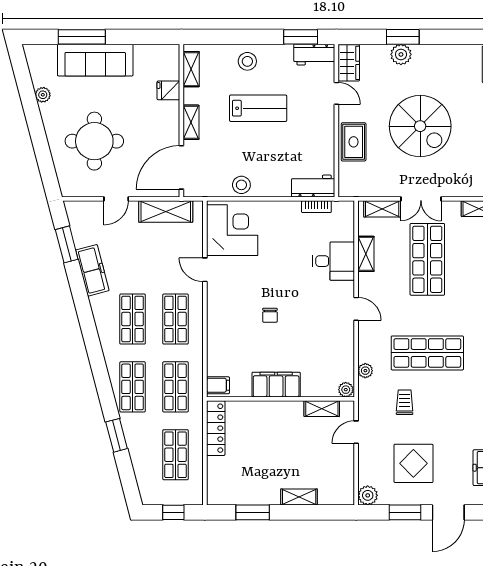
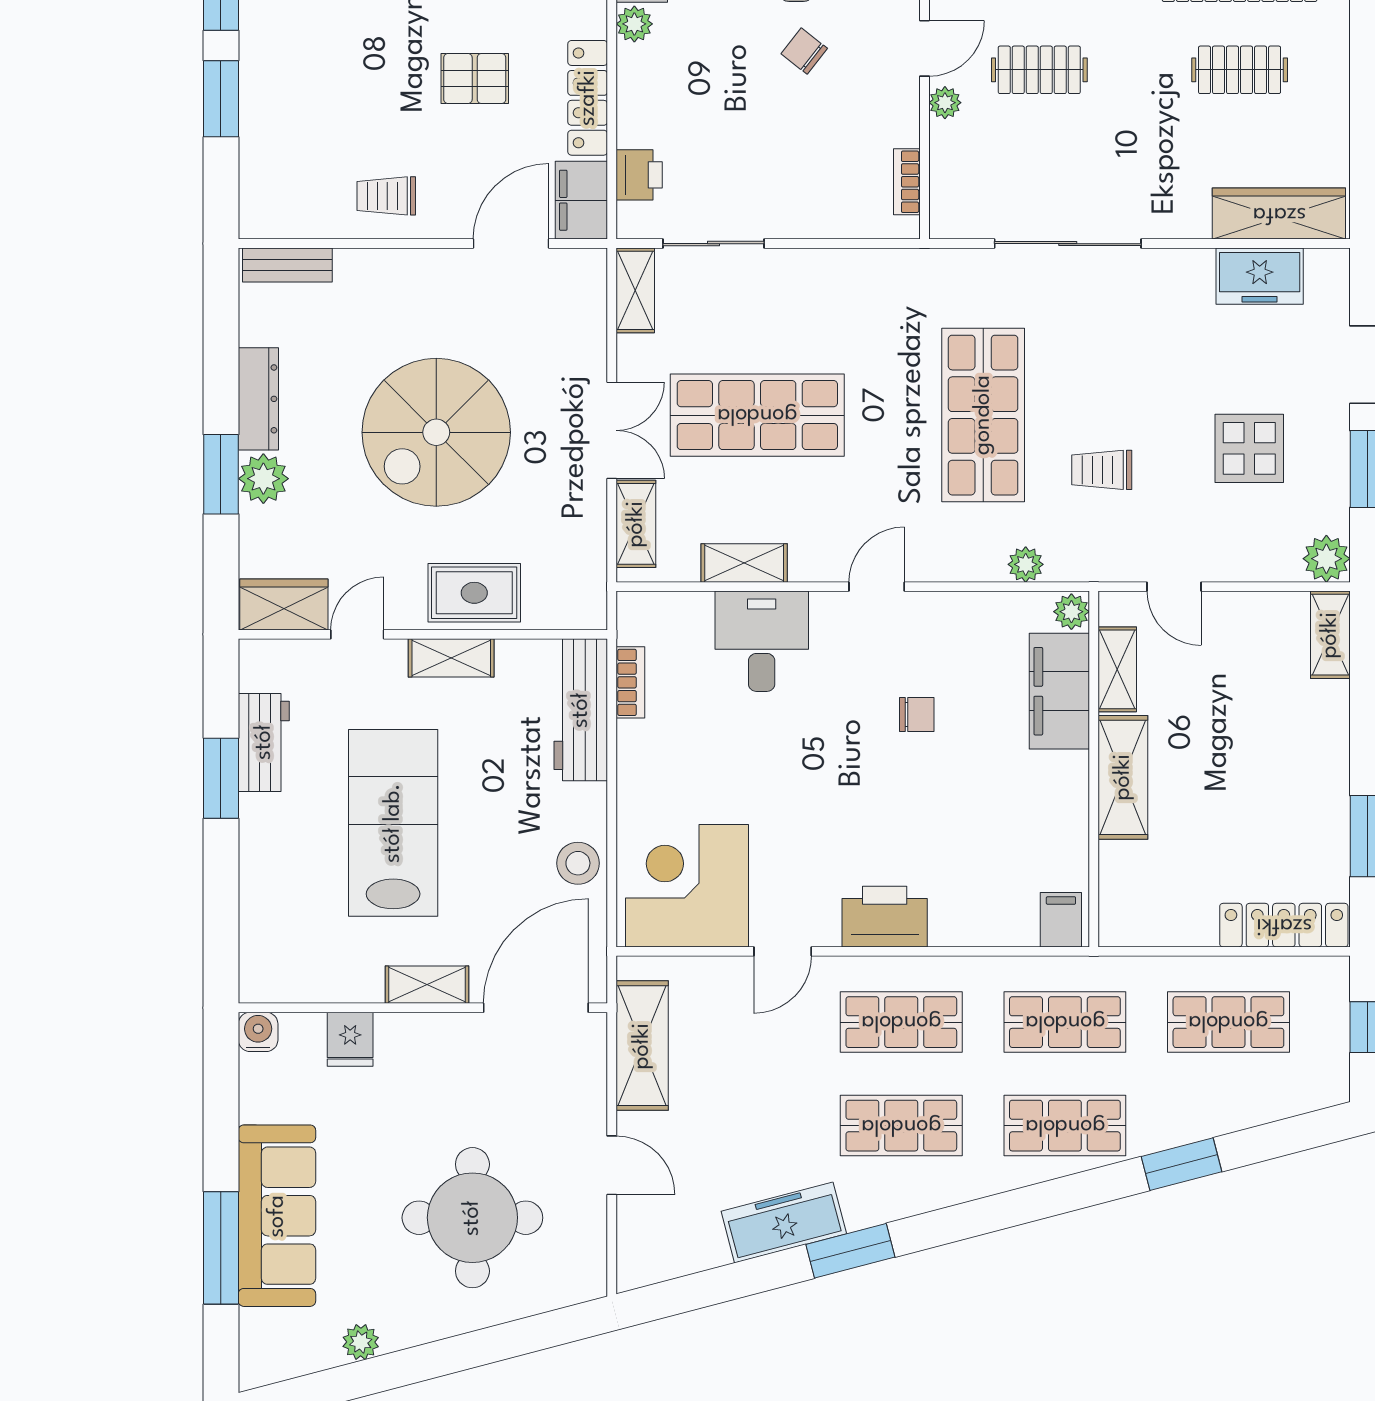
window: (301, 37) -> (221, 778), moved
water cooler: (171, 52) -> (258, 1032), added
dresser: (434, 52) -> (258, 399), added
workbench: (314, 55) -> (264, 742), moved
stool: (247, 61) -> (280, 849), removed
shelving: (191, 69) -> (451, 658), moved
lab bench: (258, 108) -> (393, 823), width x1.36, depth x1.39
spiral stairs: (420, 126) -> (436, 432), turned 180
door: (181, 167) -> (536, 1008), swing flipped
workbench: (313, 186) -> (581, 710), width x1.38
window: (67, 244) -> (850, 1251), moved
printer: (219, 312) -> (885, 917), added
chair: (270, 315) -> (917, 714), moved
filing cabinet: (276, 385) -> (1059, 691), moved
shelving: (277, 411) -> (1123, 777), added
locker: (216, 428) -> (1284, 925), moved
display table: (413, 463) -> (1249, 448), width x0.73, depth x0.73
shelving: (299, 497) -> (1330, 635), moved

